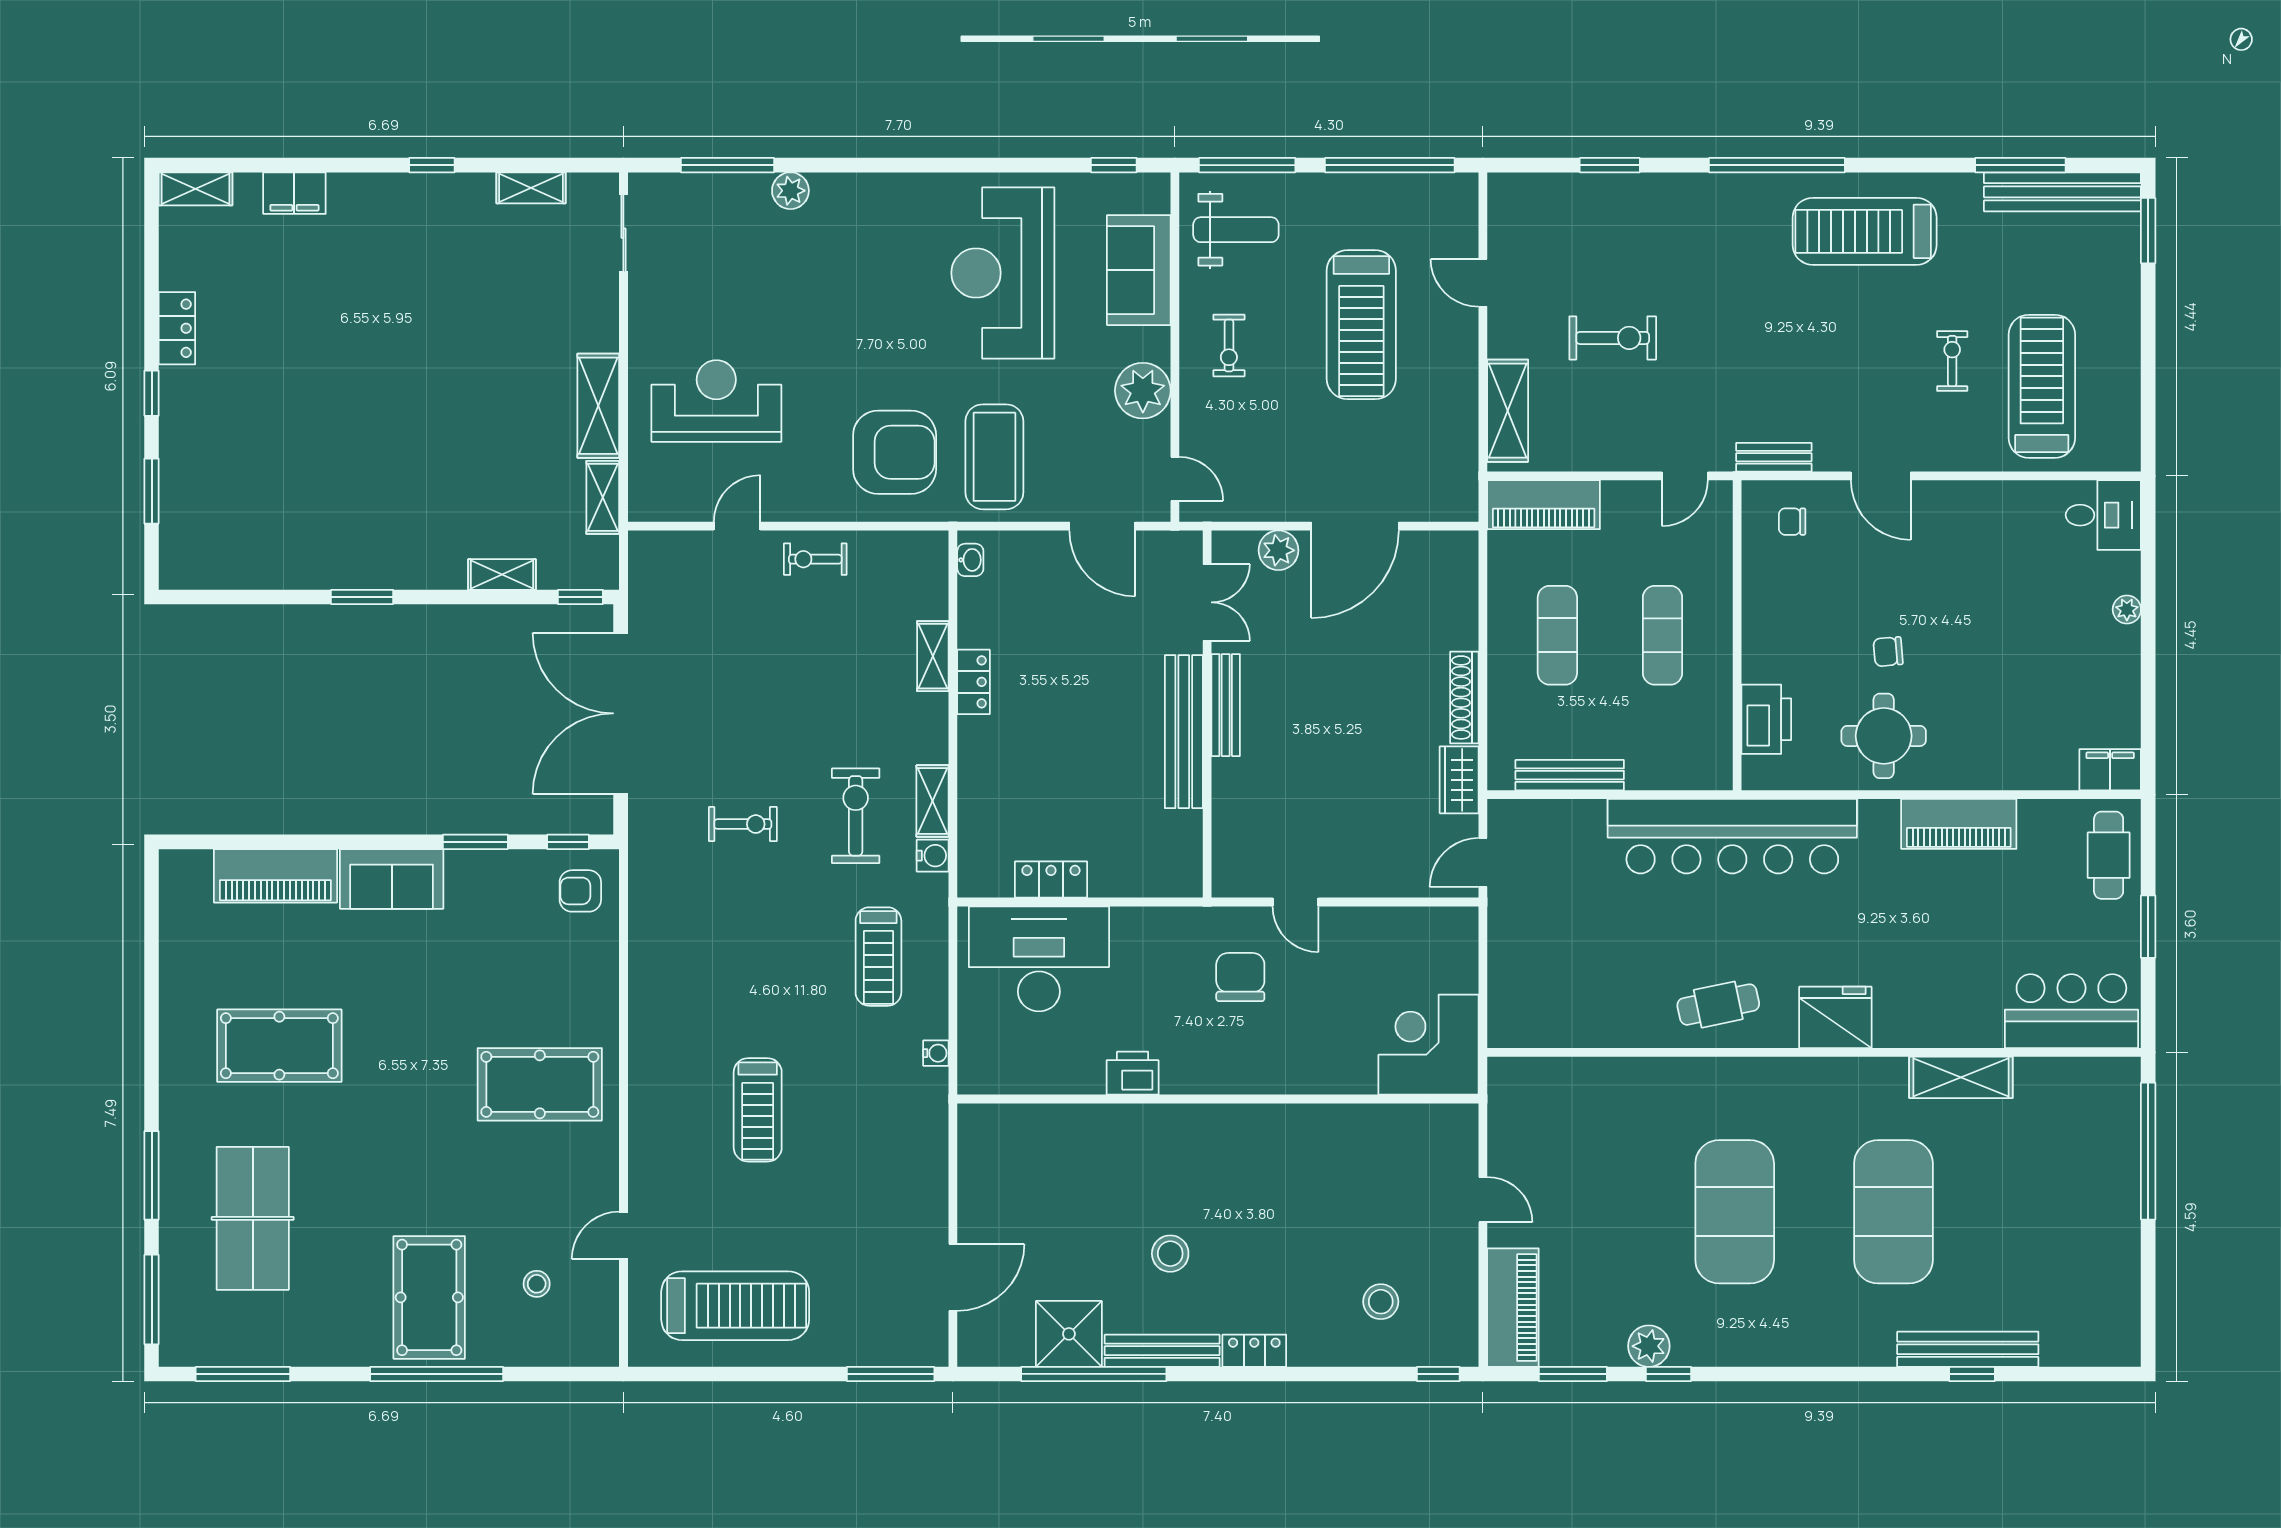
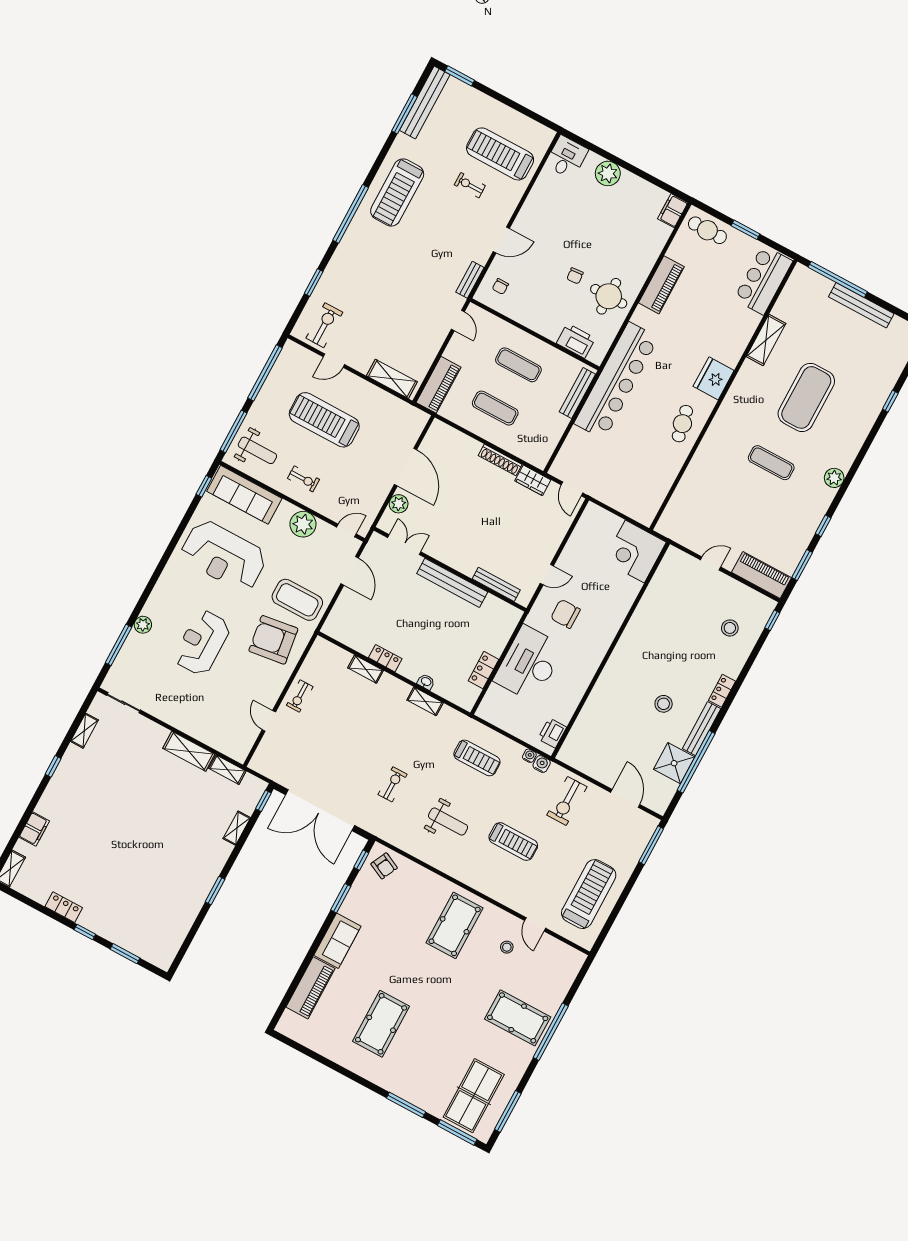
weight bench: (1236, 230) -> (257, 450), turned 90
sofa: (1139, 270) -> (244, 495), width x1.36
treadmill: (1361, 325) -> (324, 420), turned 180
exercise bike: (1613, 338) -> (324, 325), moved
reception desk: (716, 401) -> (202, 643), moved
armchair: (895, 452) -> (273, 640), turned -98
door: (1102, 526) -> (350, 571), hinge flipped
washbasin: (970, 560) -> (426, 682), moved
plant: (2127, 610) -> (608, 173), width x1.87, depth x1.87
bench: (1226, 705) -> (496, 584), moved
bench: (1570, 775) -> (577, 393), moved
exercise bike: (856, 816) -> (567, 801), moved, turned -90
water cooler: (933, 856) -> (542, 764), moved
armchair: (580, 891) -> (384, 866), turned -64
desk: (1039, 959) -> (529, 664), moved
weight bench: (729, 967) -> (448, 822), added
printer: (1133, 1073) -> (552, 733), moved
exercise mat: (1735, 1212) -> (771, 463), width x0.50, depth x0.69
exercise mat: (1893, 1212) -> (806, 397), turned 90
table tennis table: (253, 1218) -> (474, 1096), moved, turned 90
stool: (537, 1284) -> (507, 947), moved
plant: (1649, 1346) -> (834, 478), moved
bench: (1968, 1349) -> (861, 305), moved, turned 90

